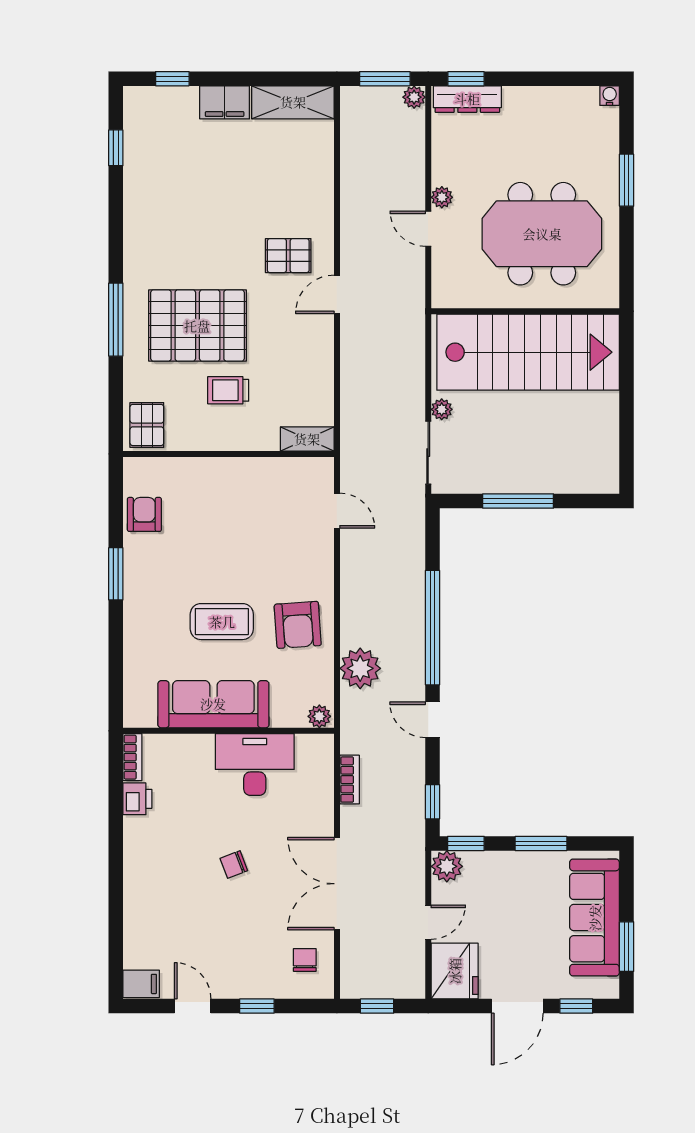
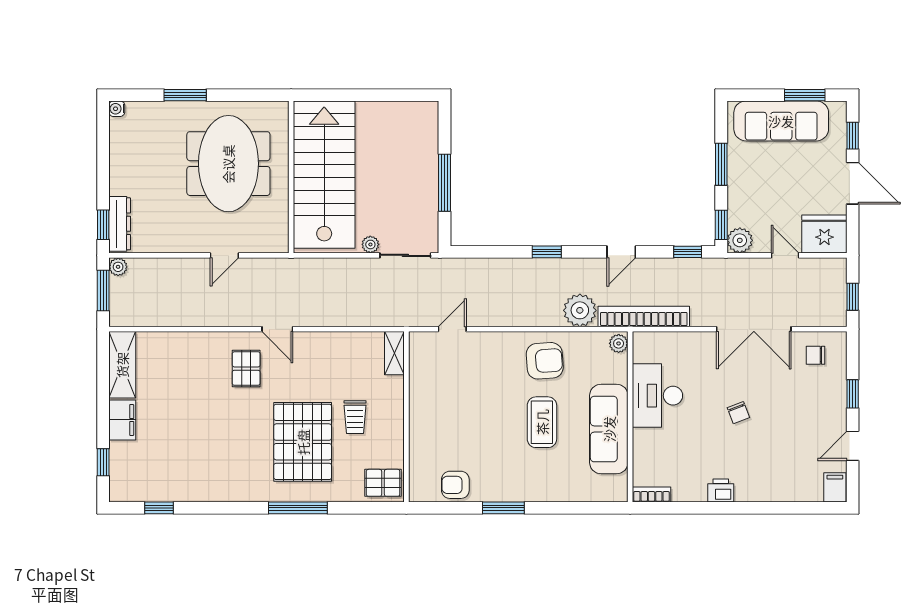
plant: (442, 197) -> (199, 244), removed
window: (432, 628) -> (547, 252), width x0.32
bookcase: (350, 780) -> (644, 317), width x2.31, depth x1.31
printer: (137, 799) -> (721, 491), moved

